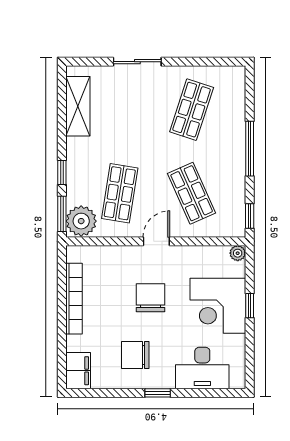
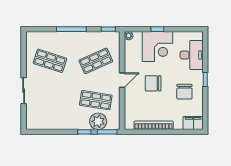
shelving: (78, 106) -> (48, 123), removed
plant: (81, 221) -> (98, 121), moved
door: (156, 241) -> (122, 80), swing flipped

